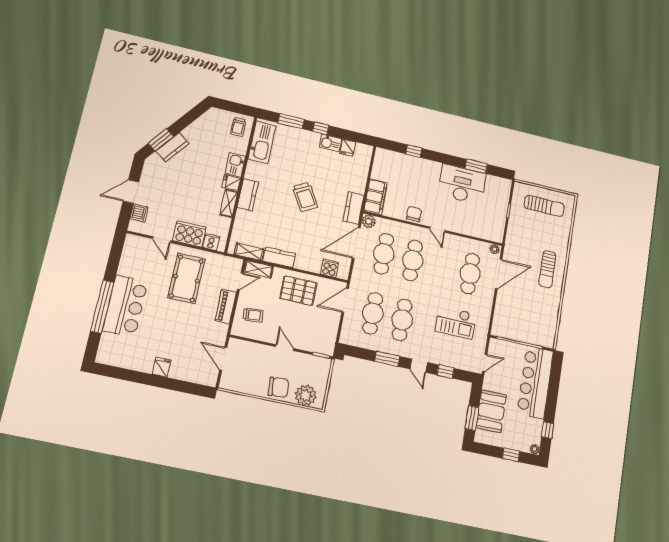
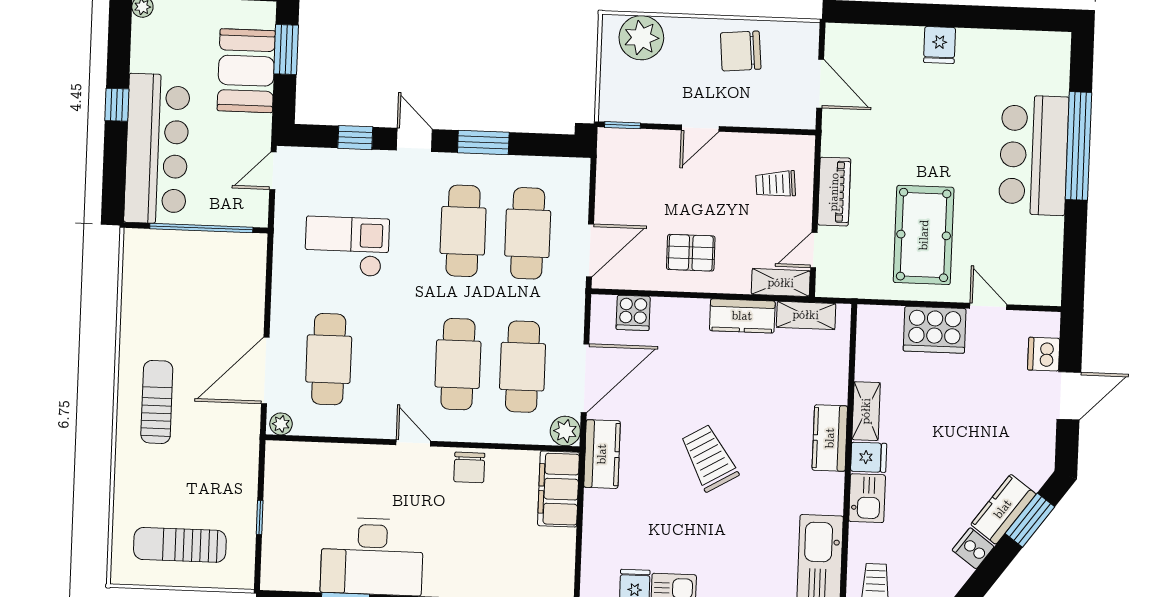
cooker: (211, 242) -> (973, 548), moved, turned 126
pallet: (298, 291) -> (691, 253), width x0.67, depth x0.71
door: (285, 348) -> (700, 128), hinge flipped
chair: (278, 387) -> (741, 51), moved
window: (547, 430) -> (117, 105), moved

